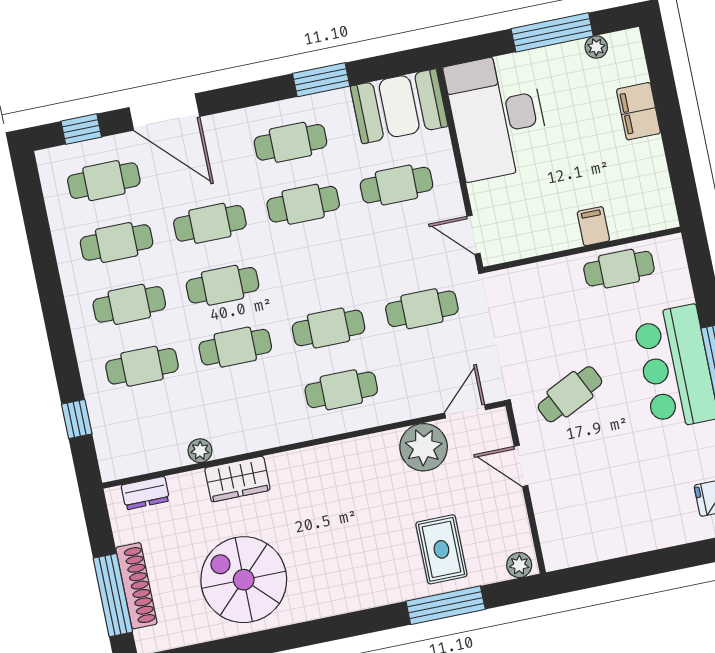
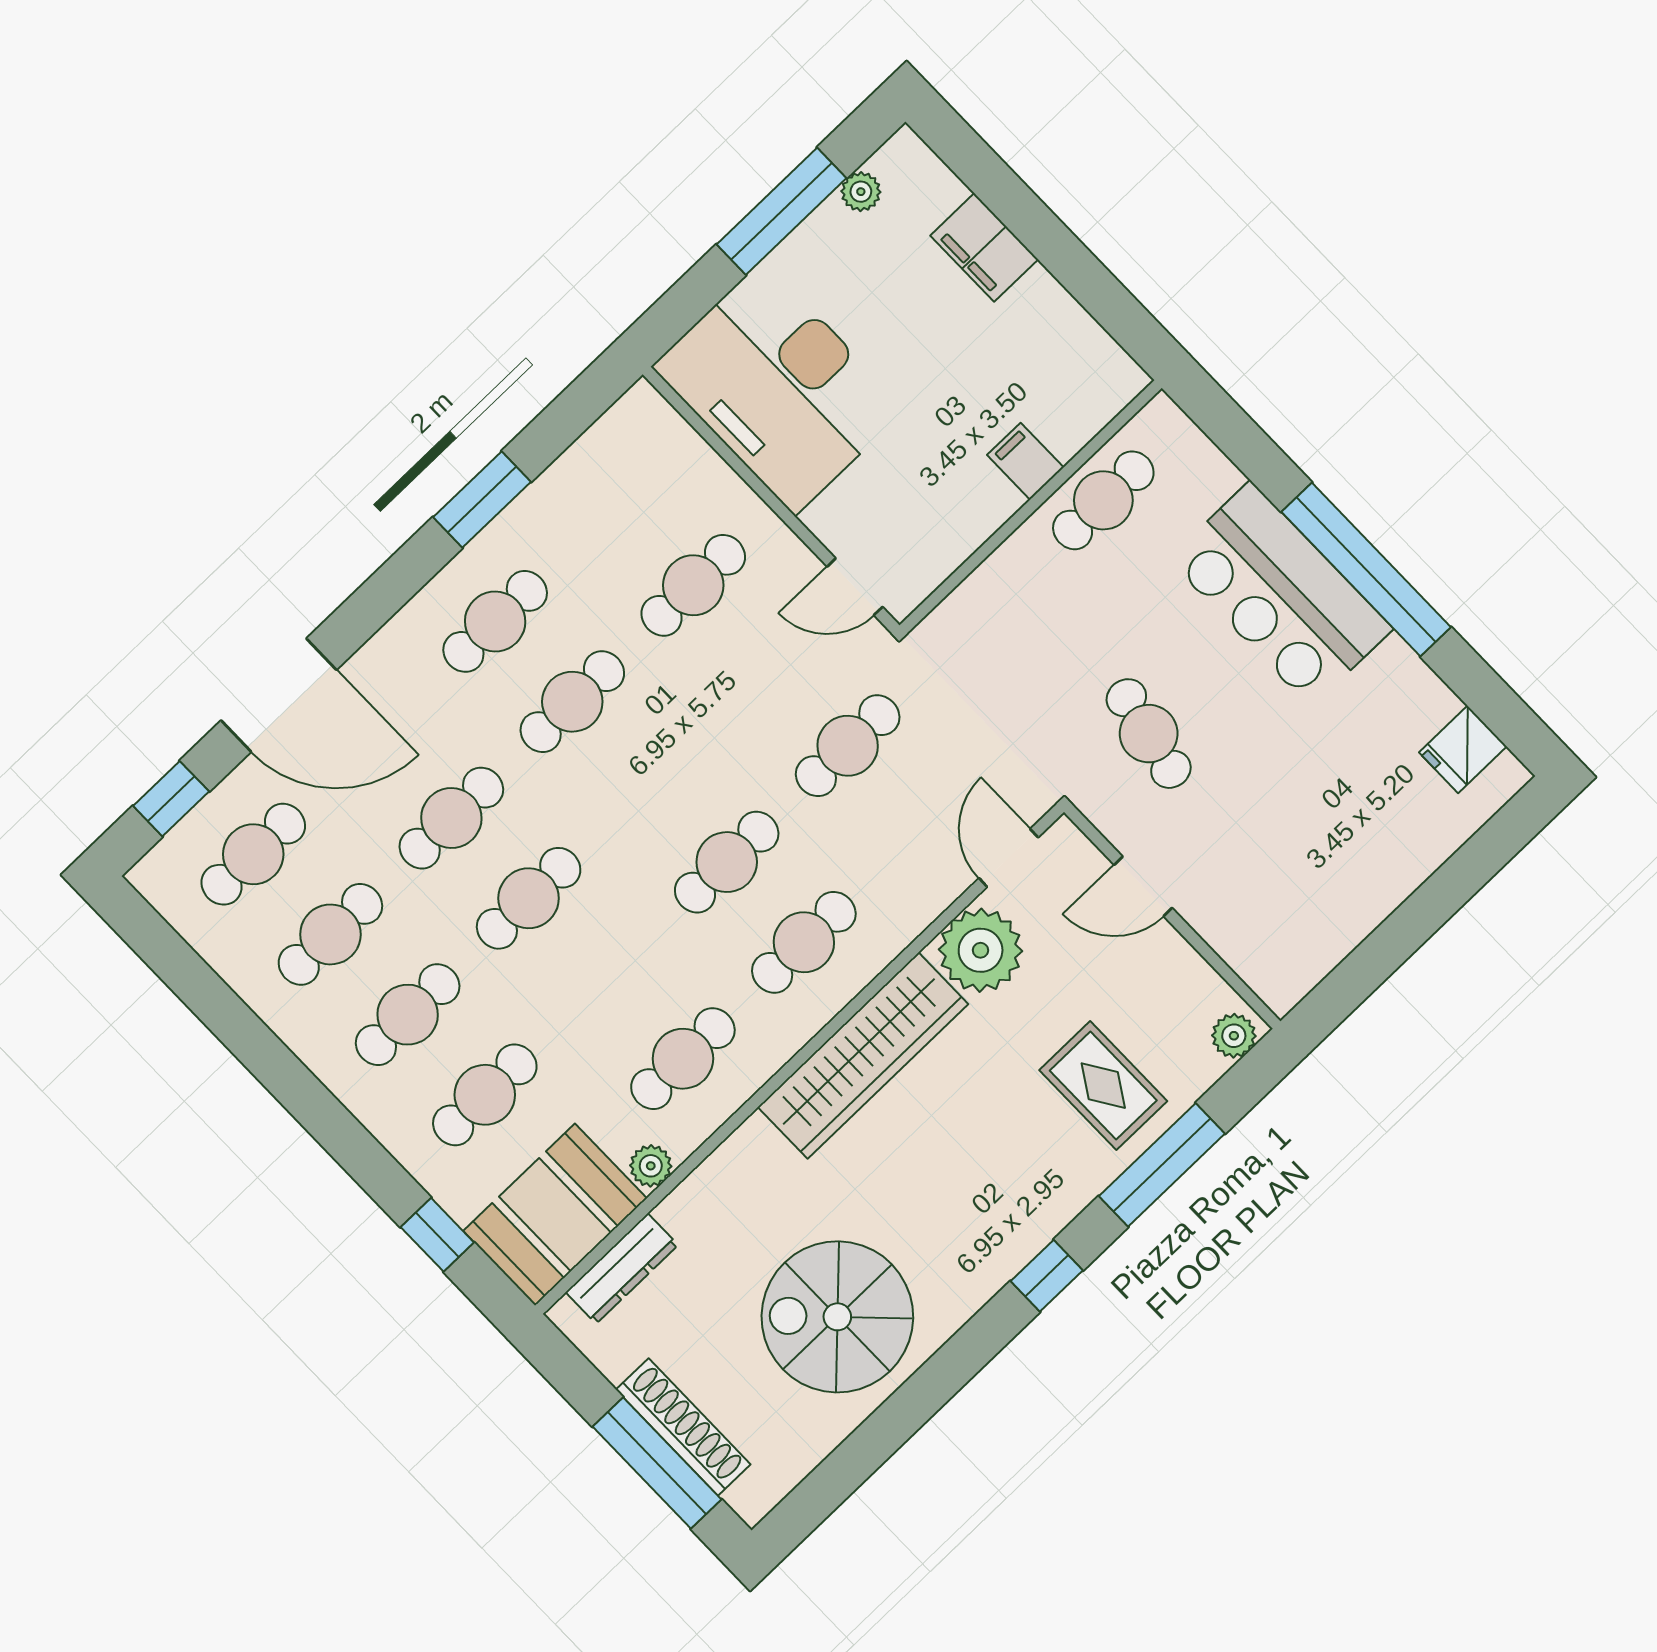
booth: (399, 106) -> (555, 1215), moved
cafe table: (235, 347) -> (683, 1059), moved
cafe table: (570, 394) -> (1149, 734), turned -52
wardrobe: (237, 479) -> (863, 1056), moved, width x2.10, depth x1.17
dresser: (145, 493) -> (622, 1268), width x1.44
window: (357, 623) -> (1047, 1276), added

